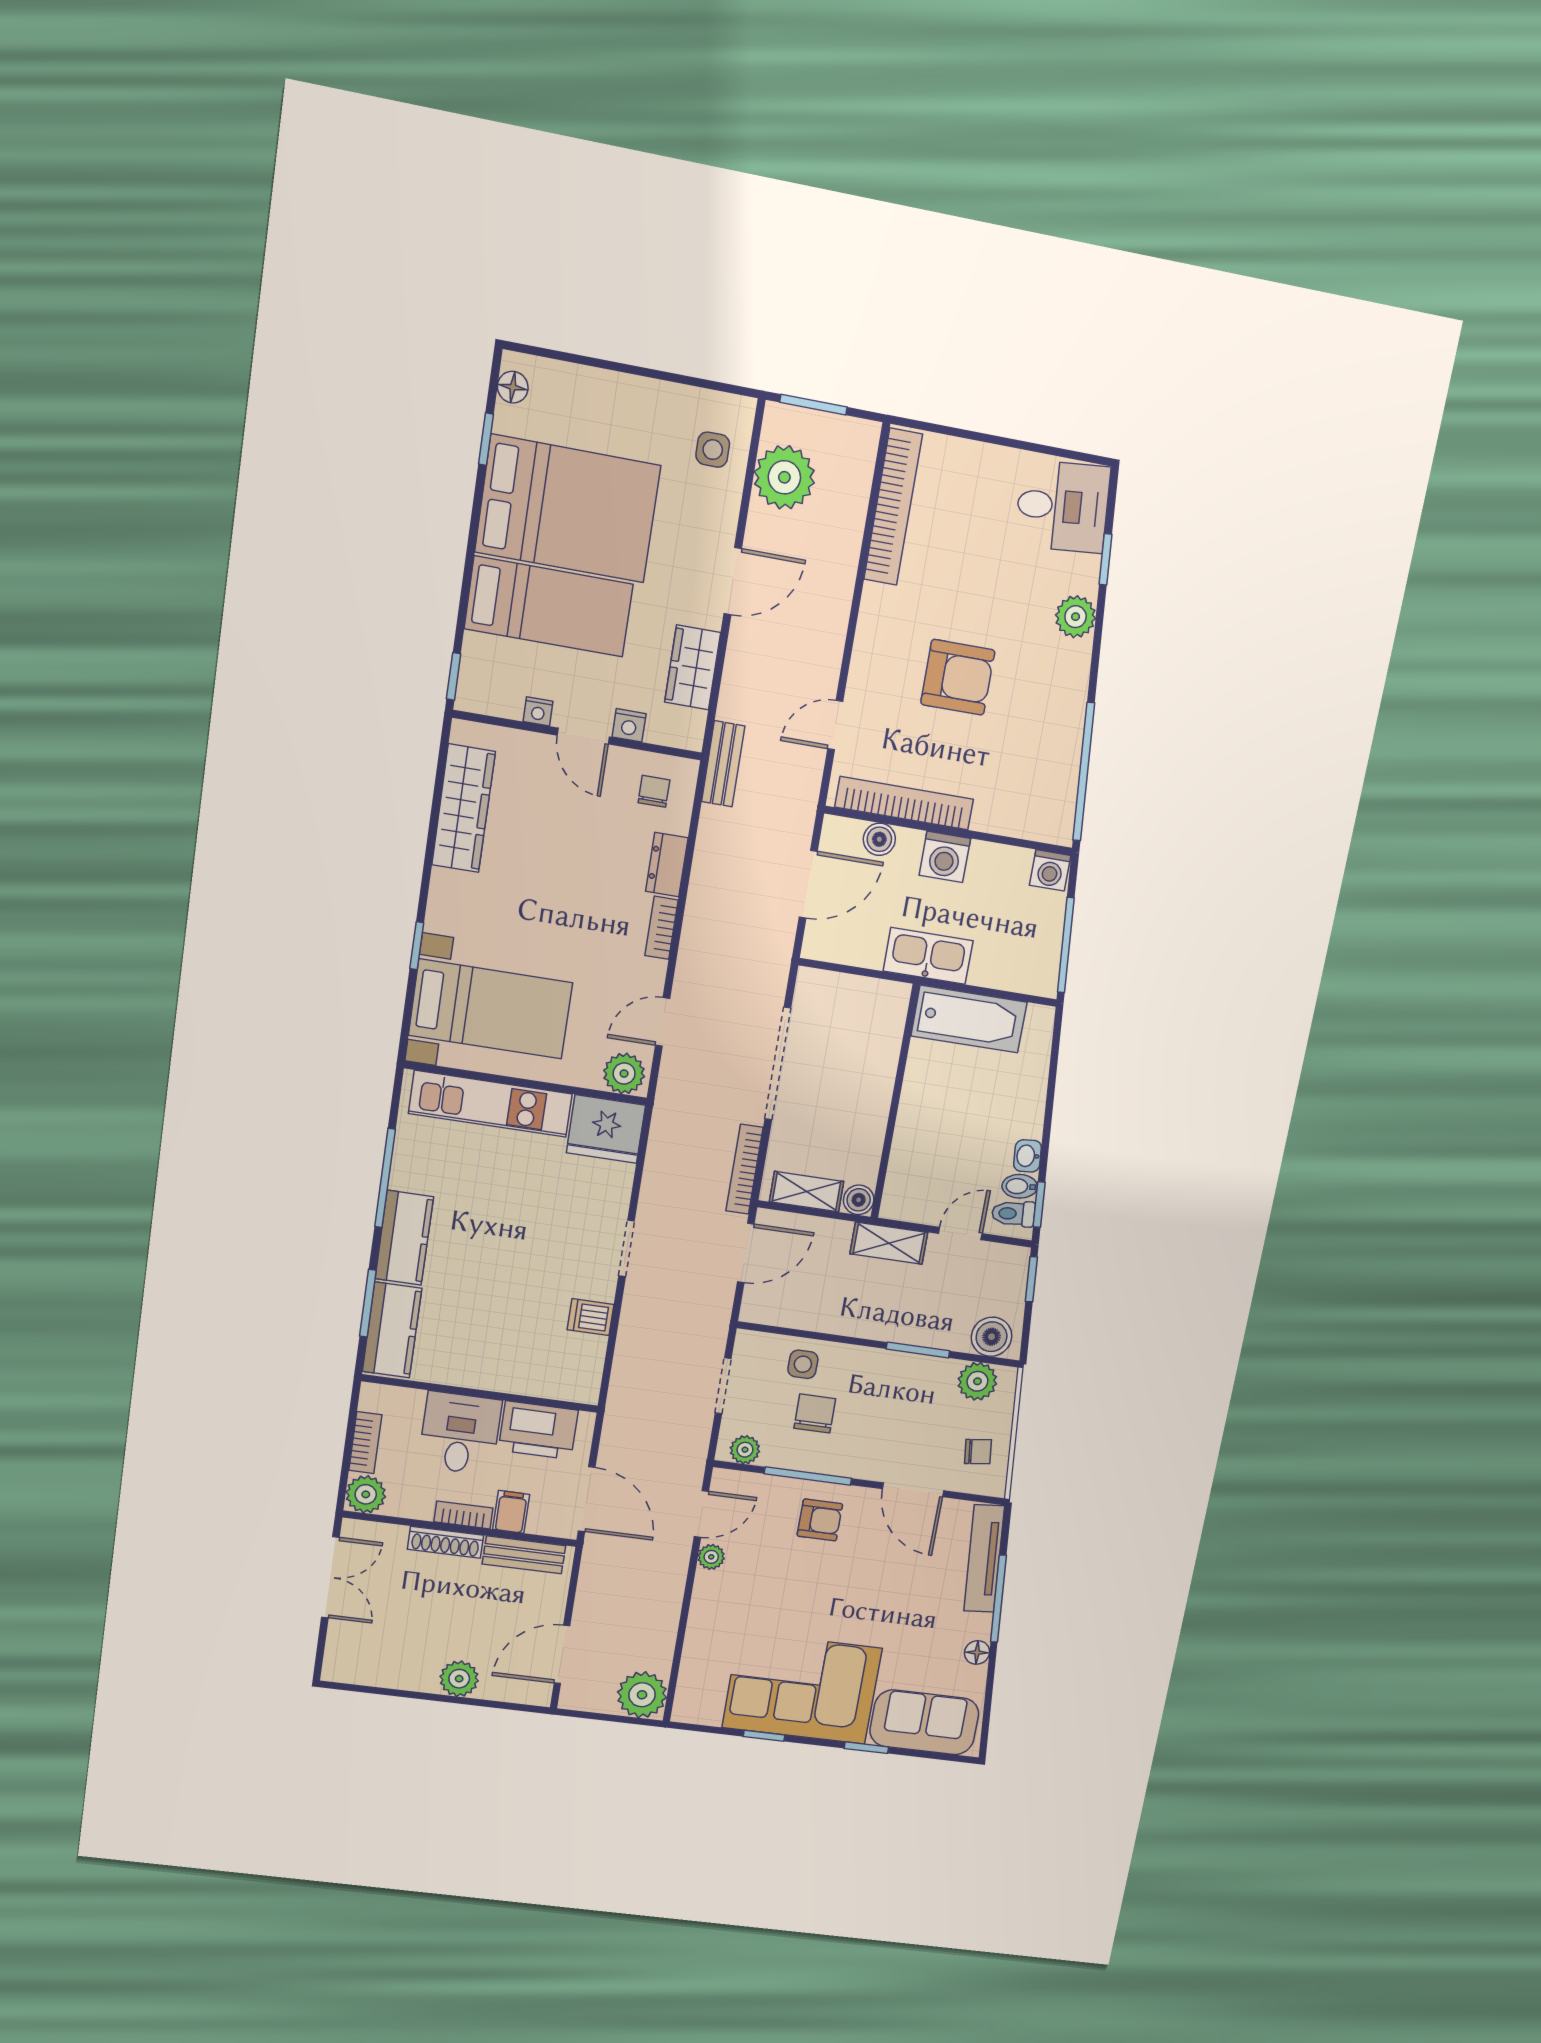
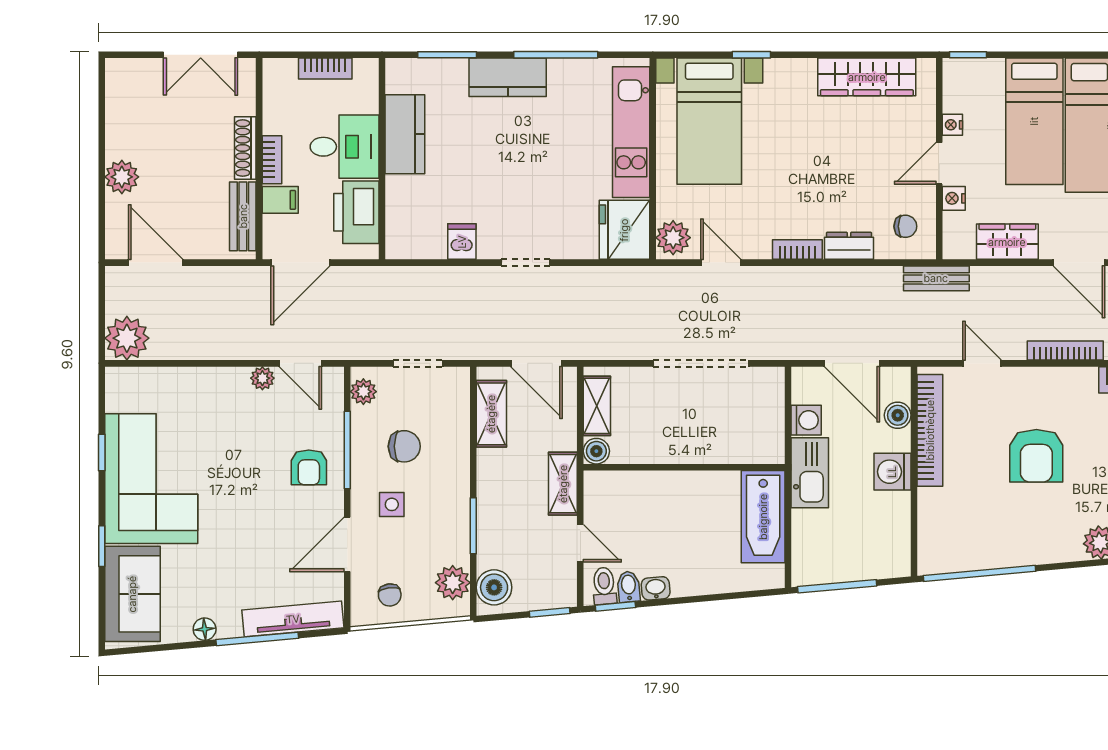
washing machine: (1050, 870) -> (806, 420), moved, turned 180
bookcase: (745, 1169) -> (1065, 351), moved
shelving: (795, 1312) -> (491, 414), added
kitchen counter: (392, 1330) -> (405, 134), moved, turned -90
side table: (803, 1364) -> (392, 504), moved
plant: (366, 1494) -> (279, 75), removed

